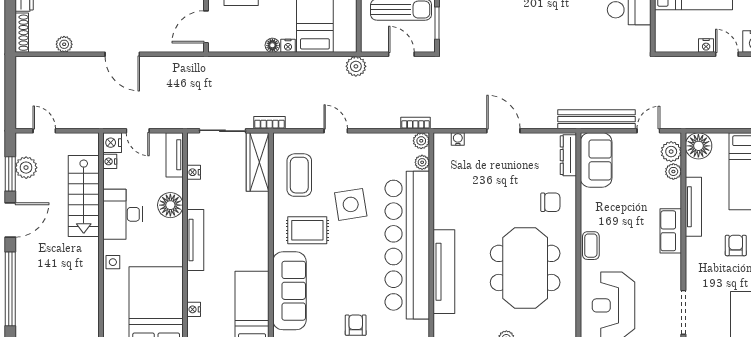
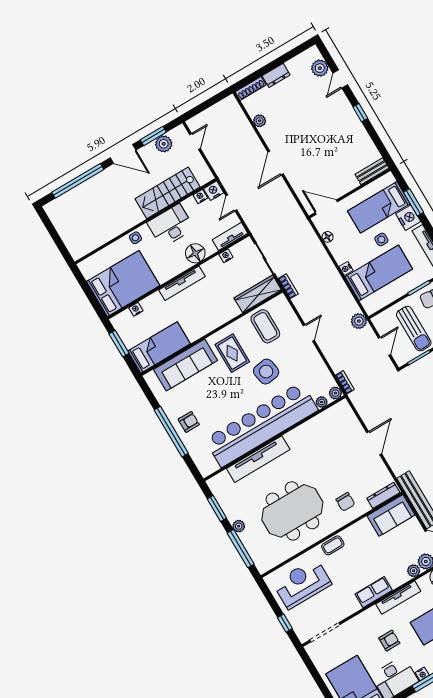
floor lamp: (272, 45) -> (328, 237), moved
water cooler: (458, 139) -> (351, 416), removed
coffee table: (299, 175) -> (265, 326), turned 90

